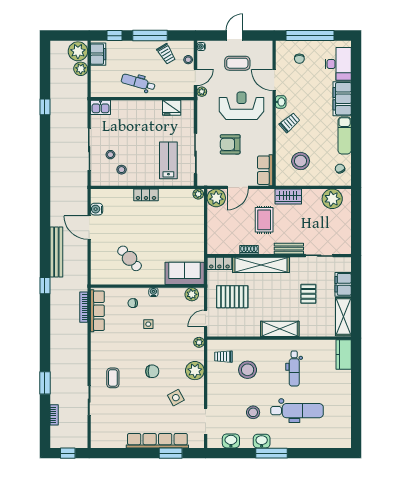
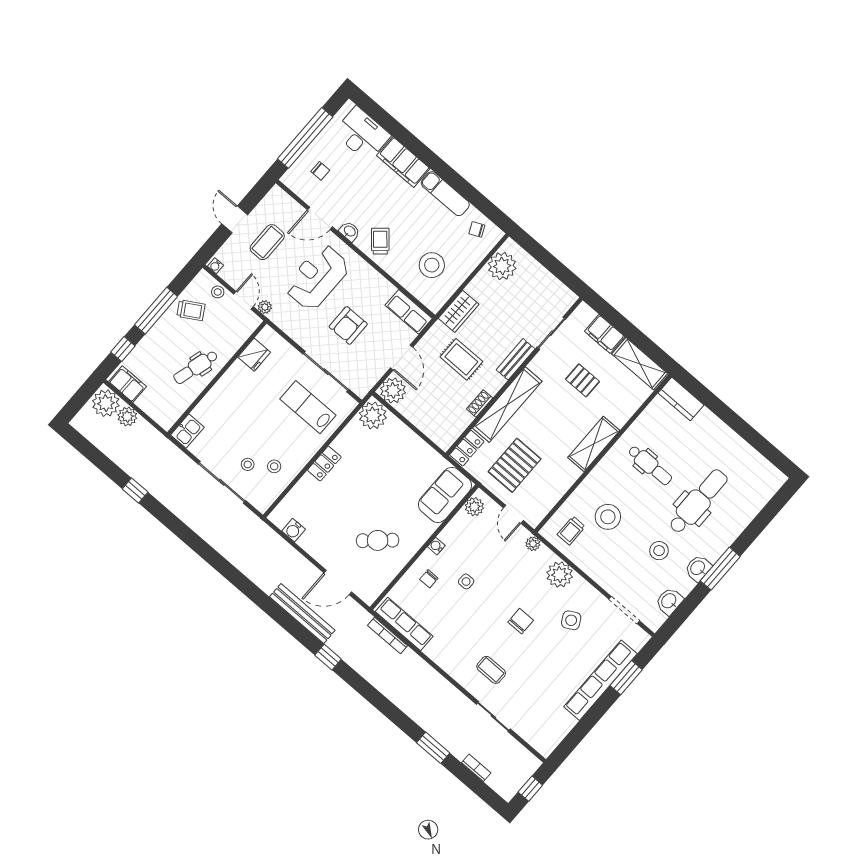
plant: (198, 194) -> (373, 415), width x1.87, depth x1.87
door: (89, 228) -> (338, 582), moved

